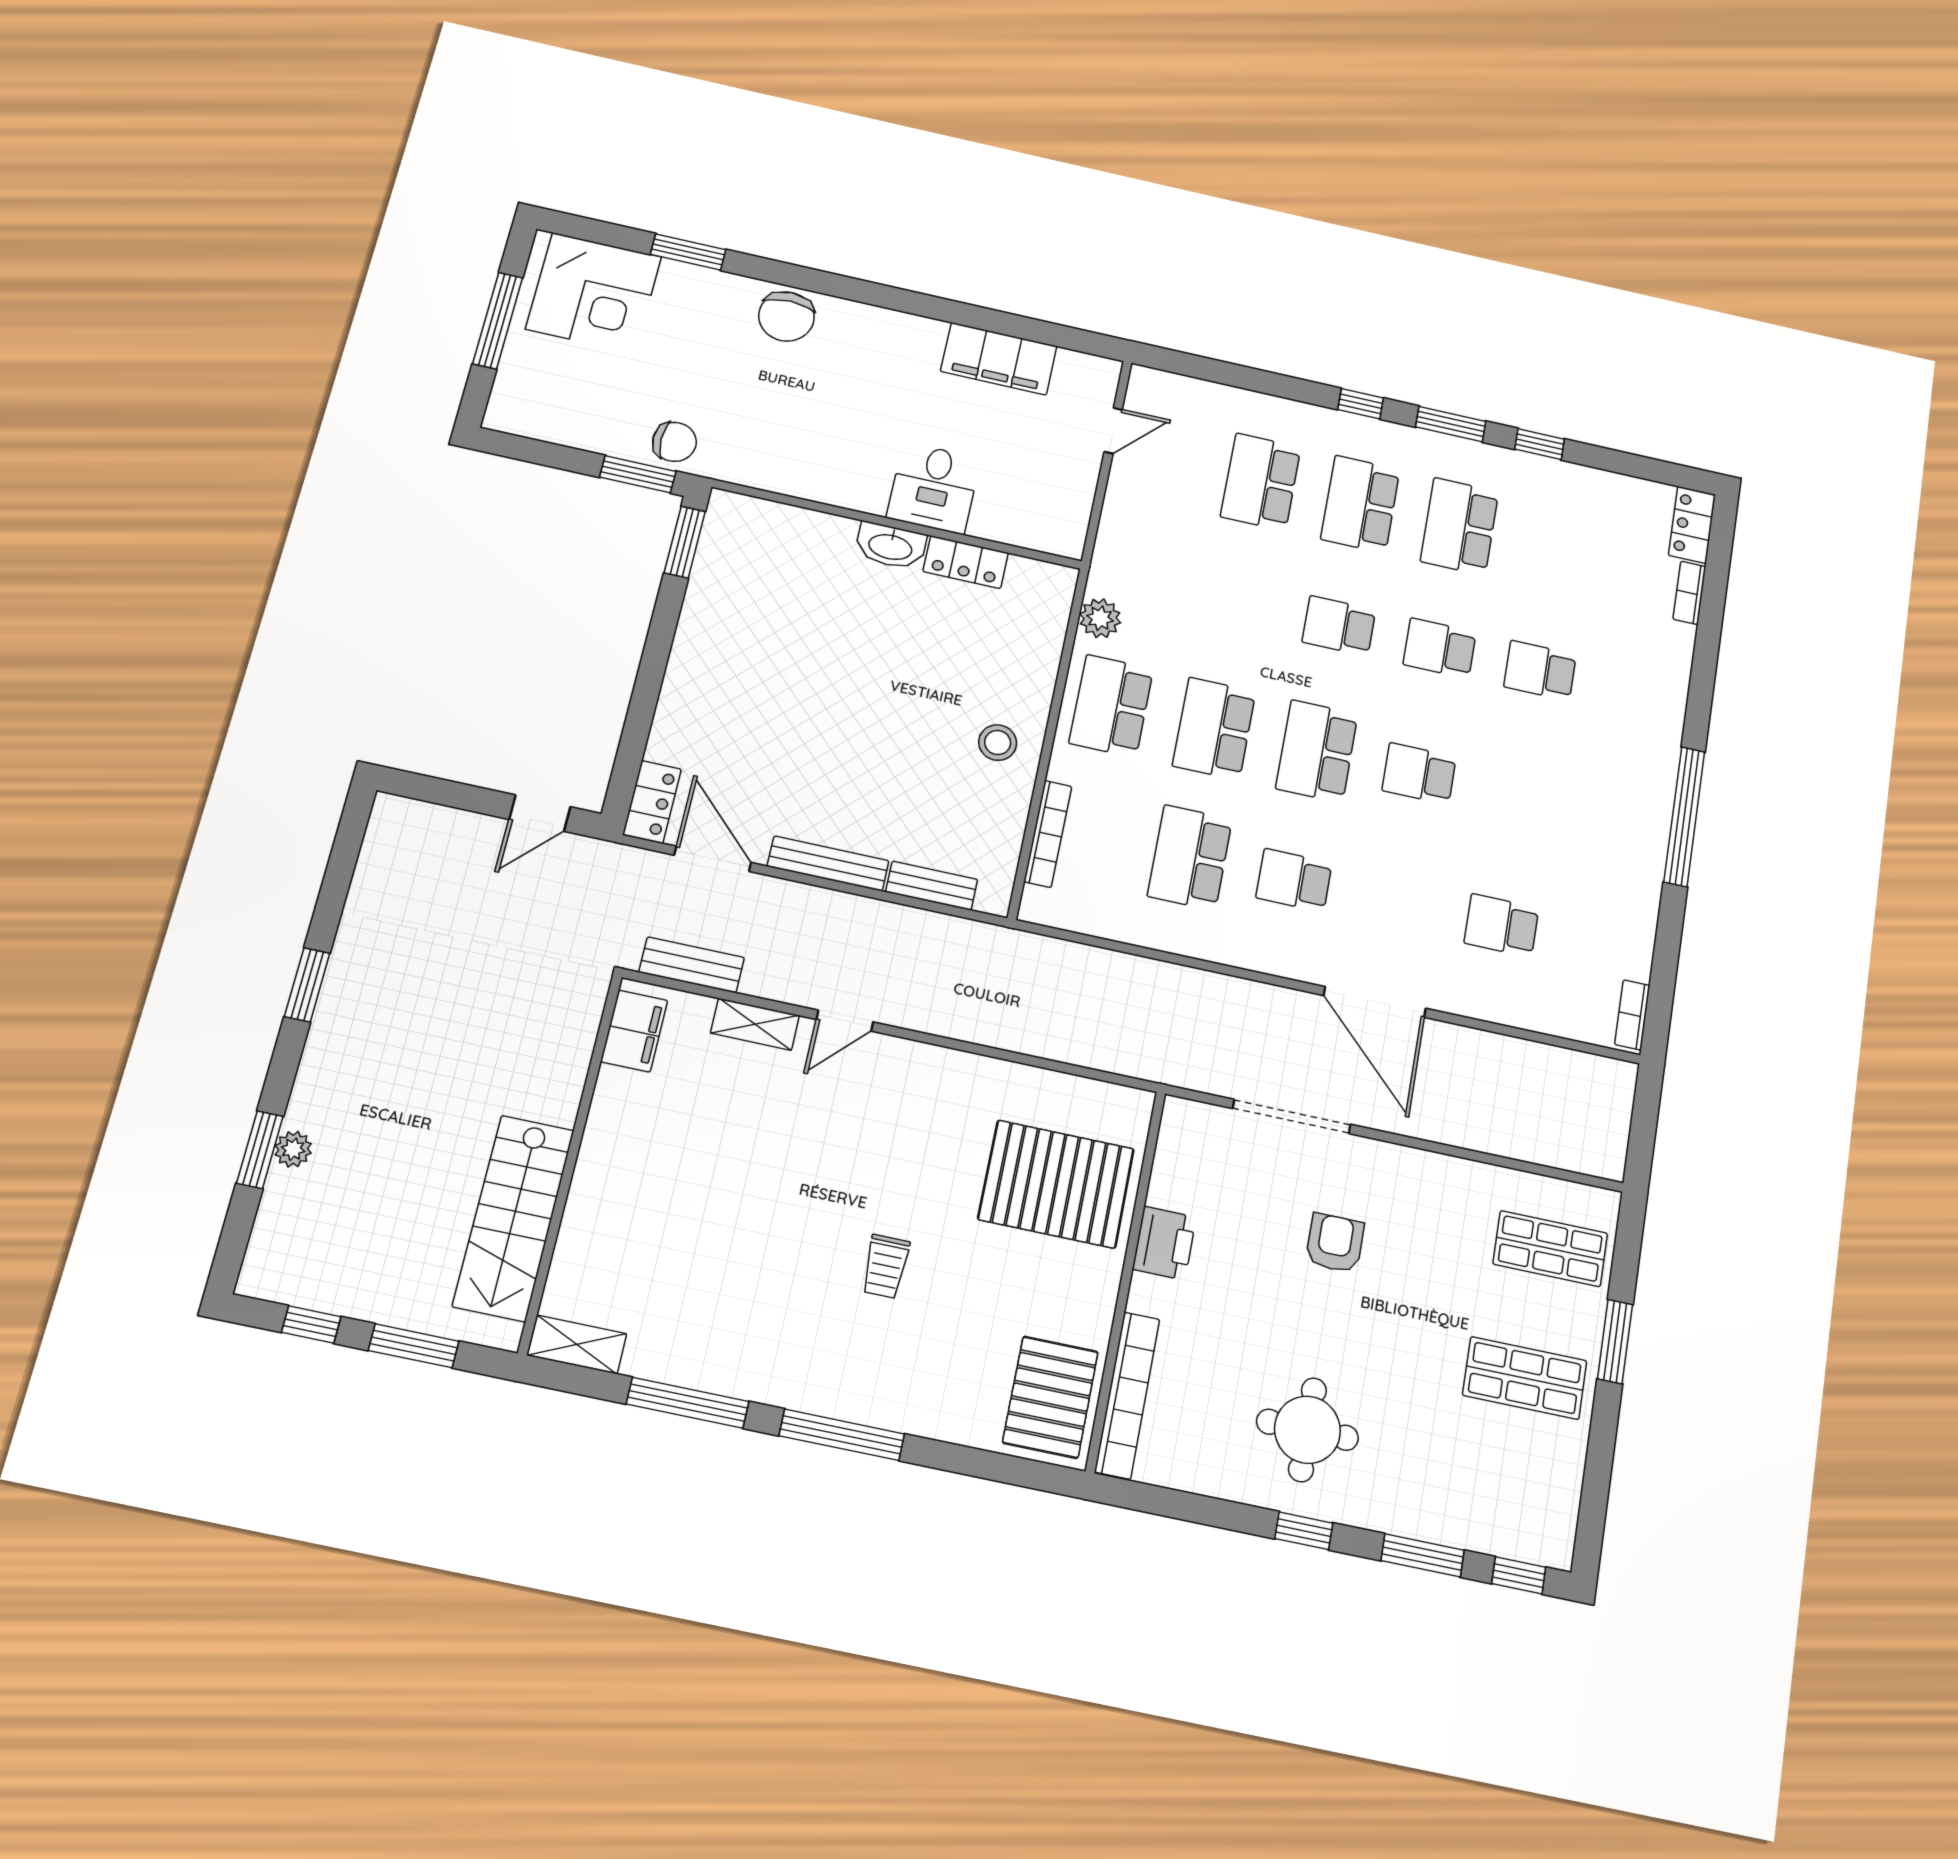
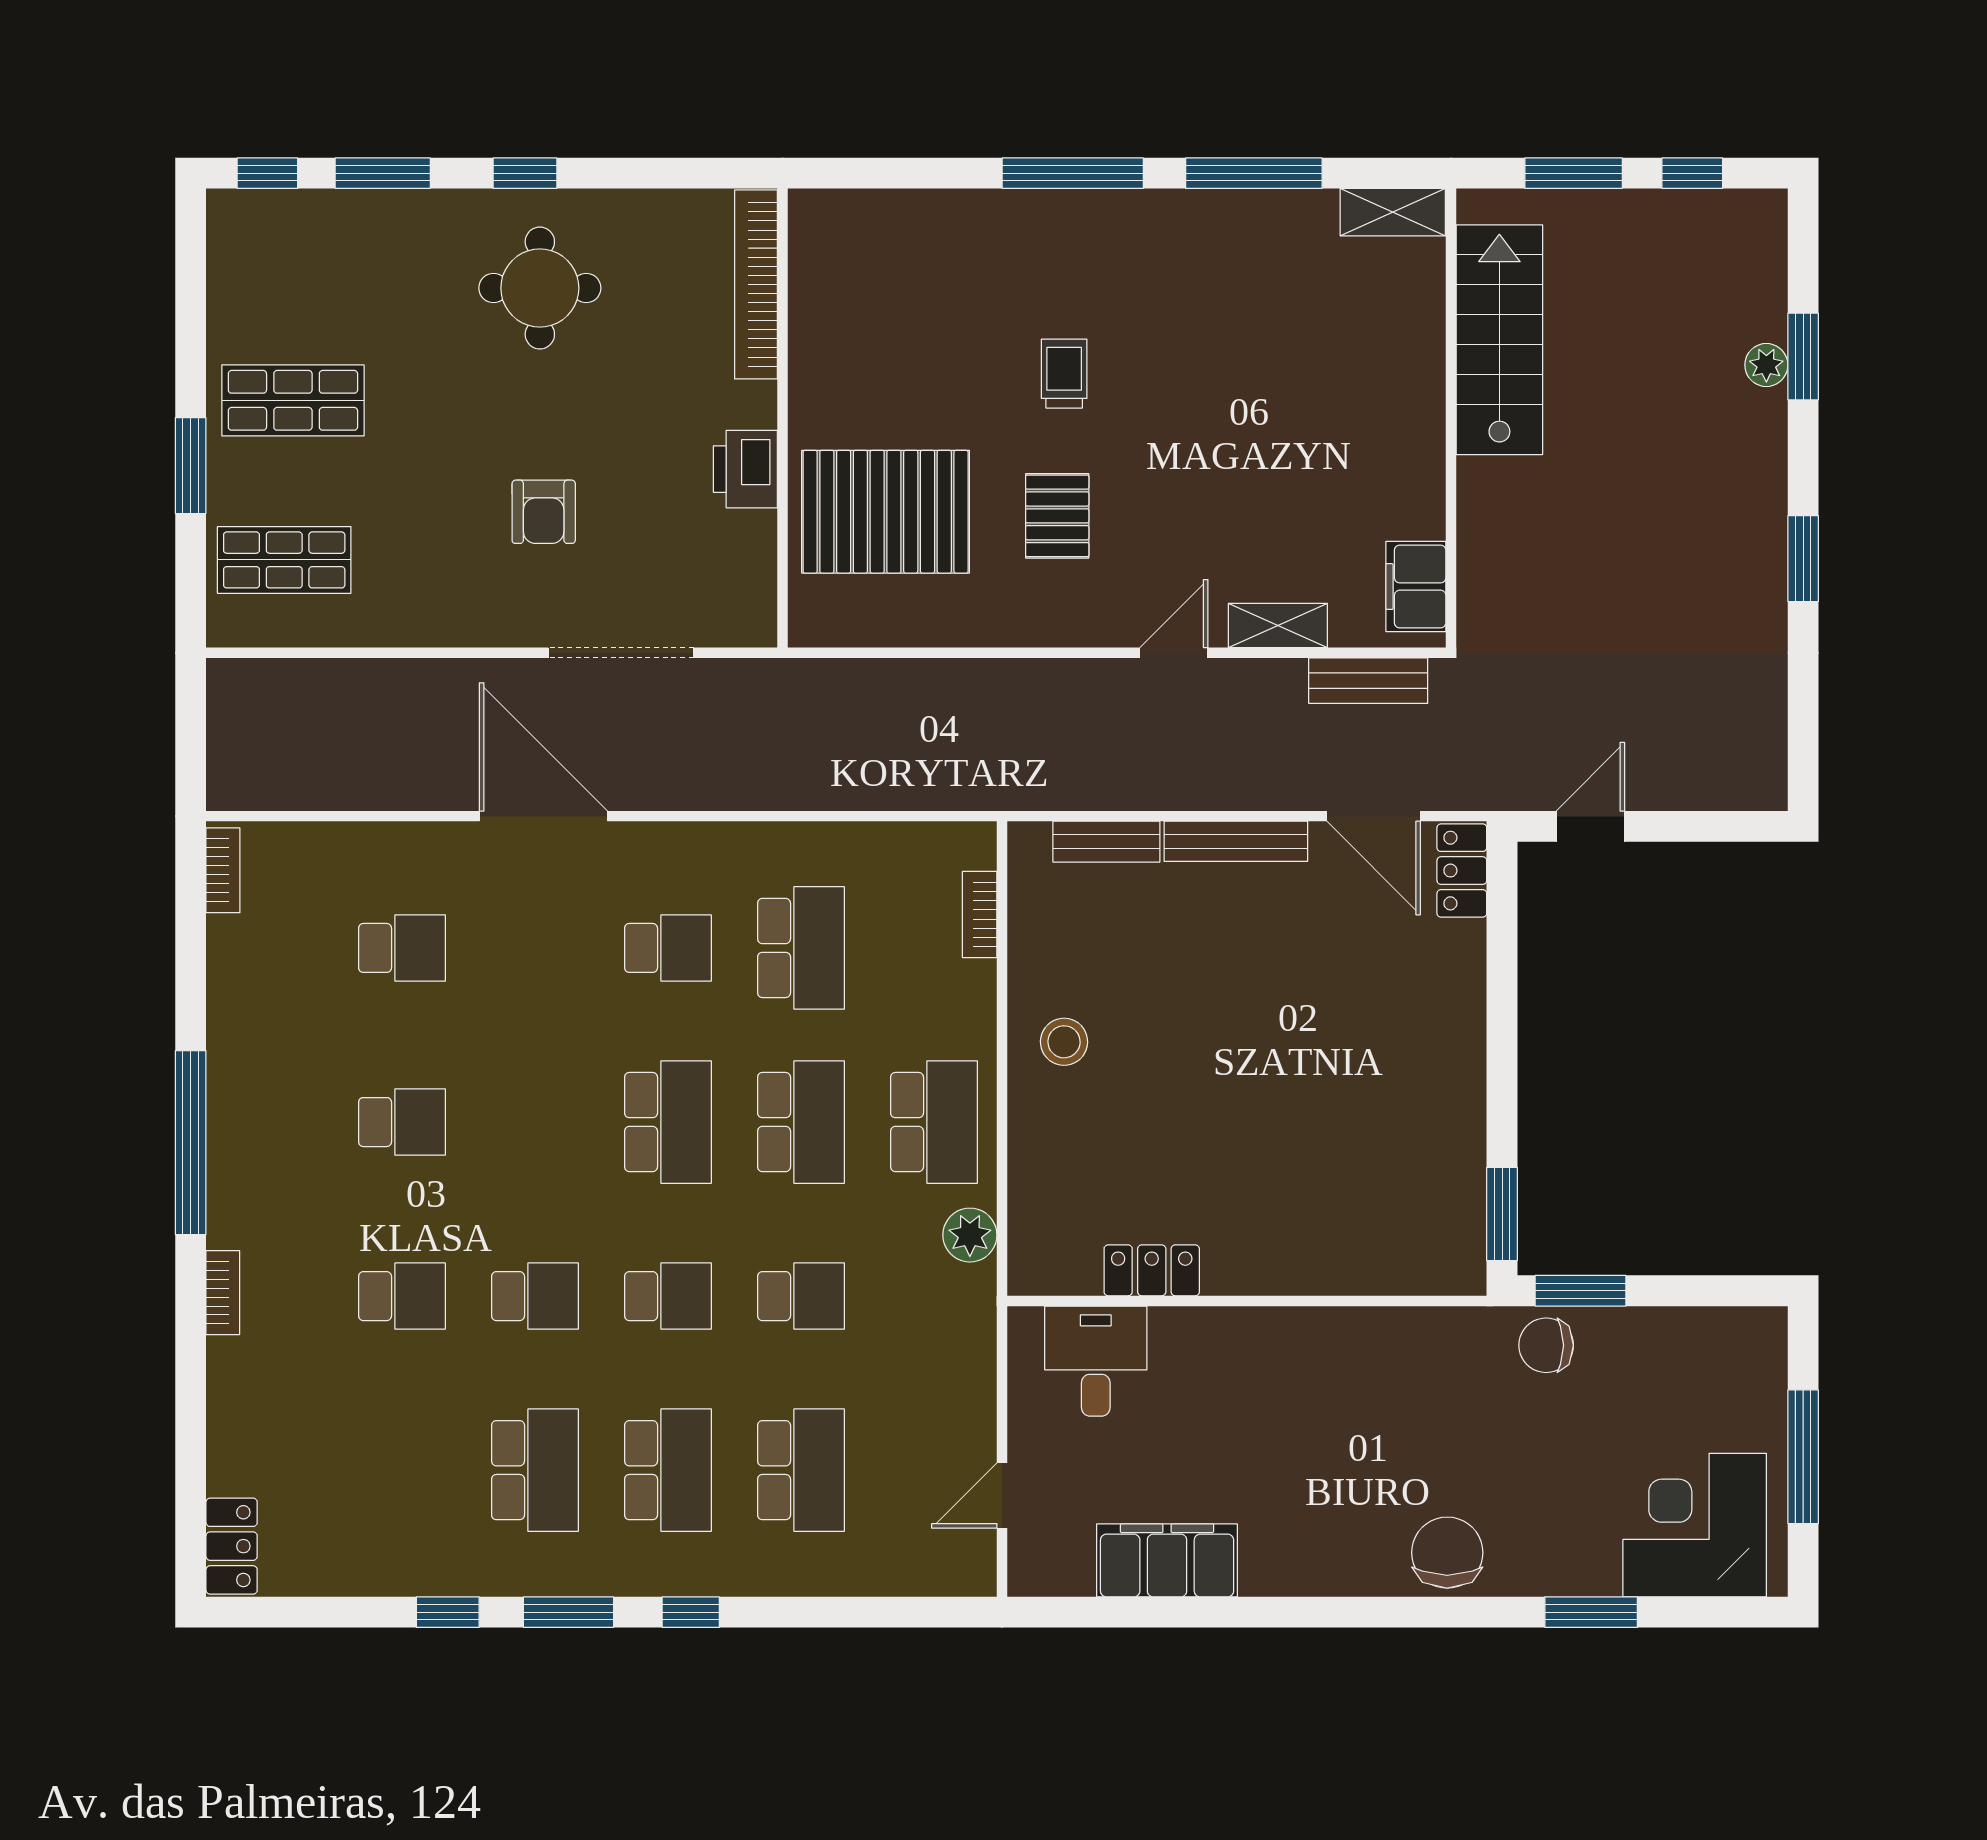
desk: (934, 488) -> (1096, 1361), moved
washbasin: (891, 546) -> (1249, 1270), removed
bookcase: (1689, 593) -> (223, 1293), moved
school desk: (1238, 603) -> (801, 1296), added
school desk: (1419, 774) -> (402, 1122), moved
bookcase: (1048, 834) -> (980, 915), width x0.64
pallet: (1050, 1397) -> (1057, 516), moved, width x0.67, depth x0.71

